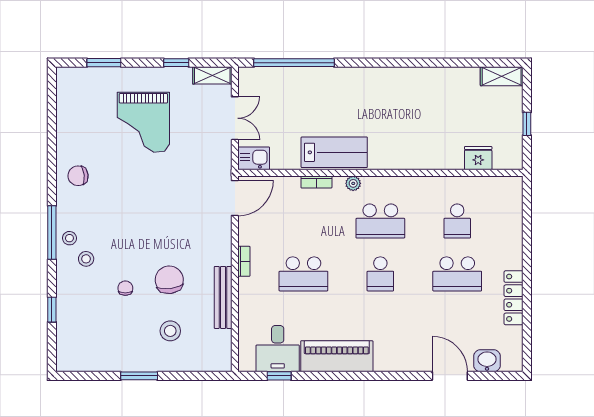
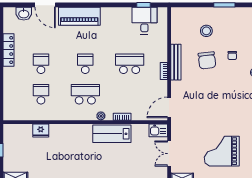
grand piano: (143, 122) -> (222, 151), turned -90
fridge: (478, 158) -> (41, 130), moved
school desk: (457, 274) -> (41, 64), width x0.54
bench: (223, 297) -> (176, 62), moved
piano: (337, 356) -> (79, 16), moved

